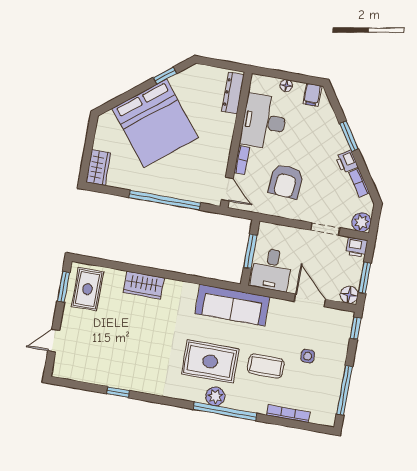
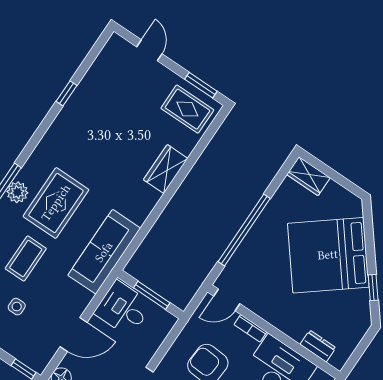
dresser: (233, 93) -> (318, 346), width x0.70

